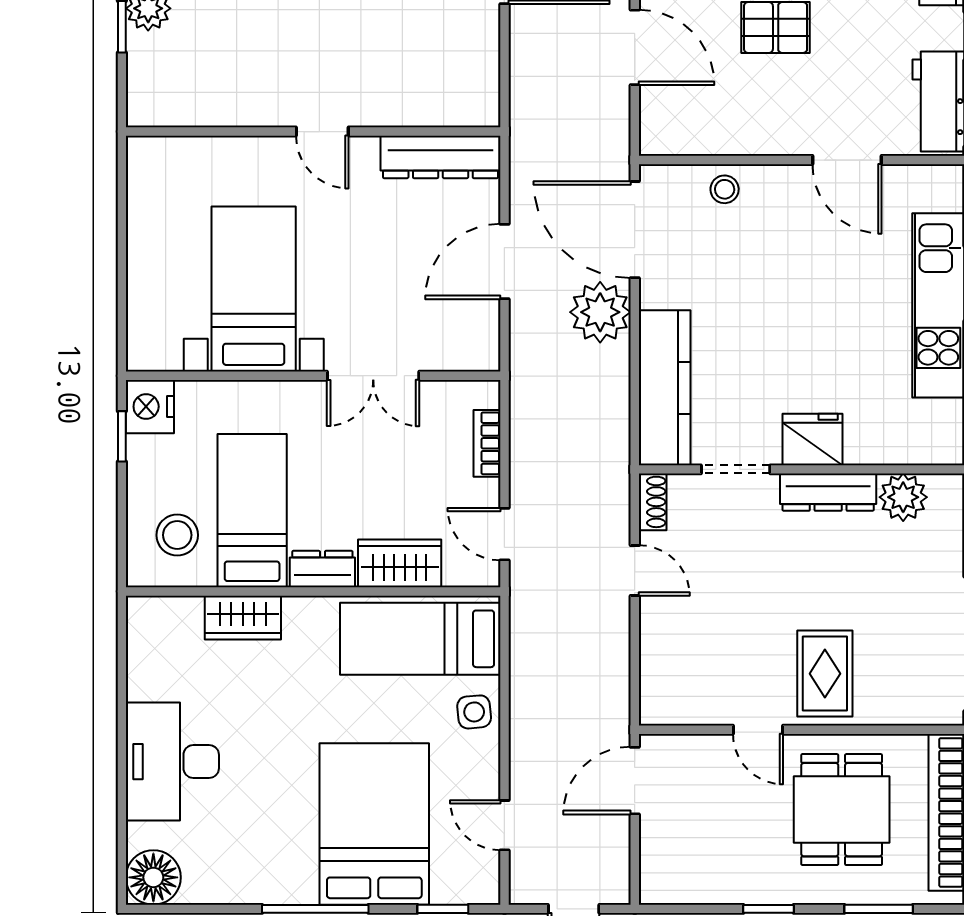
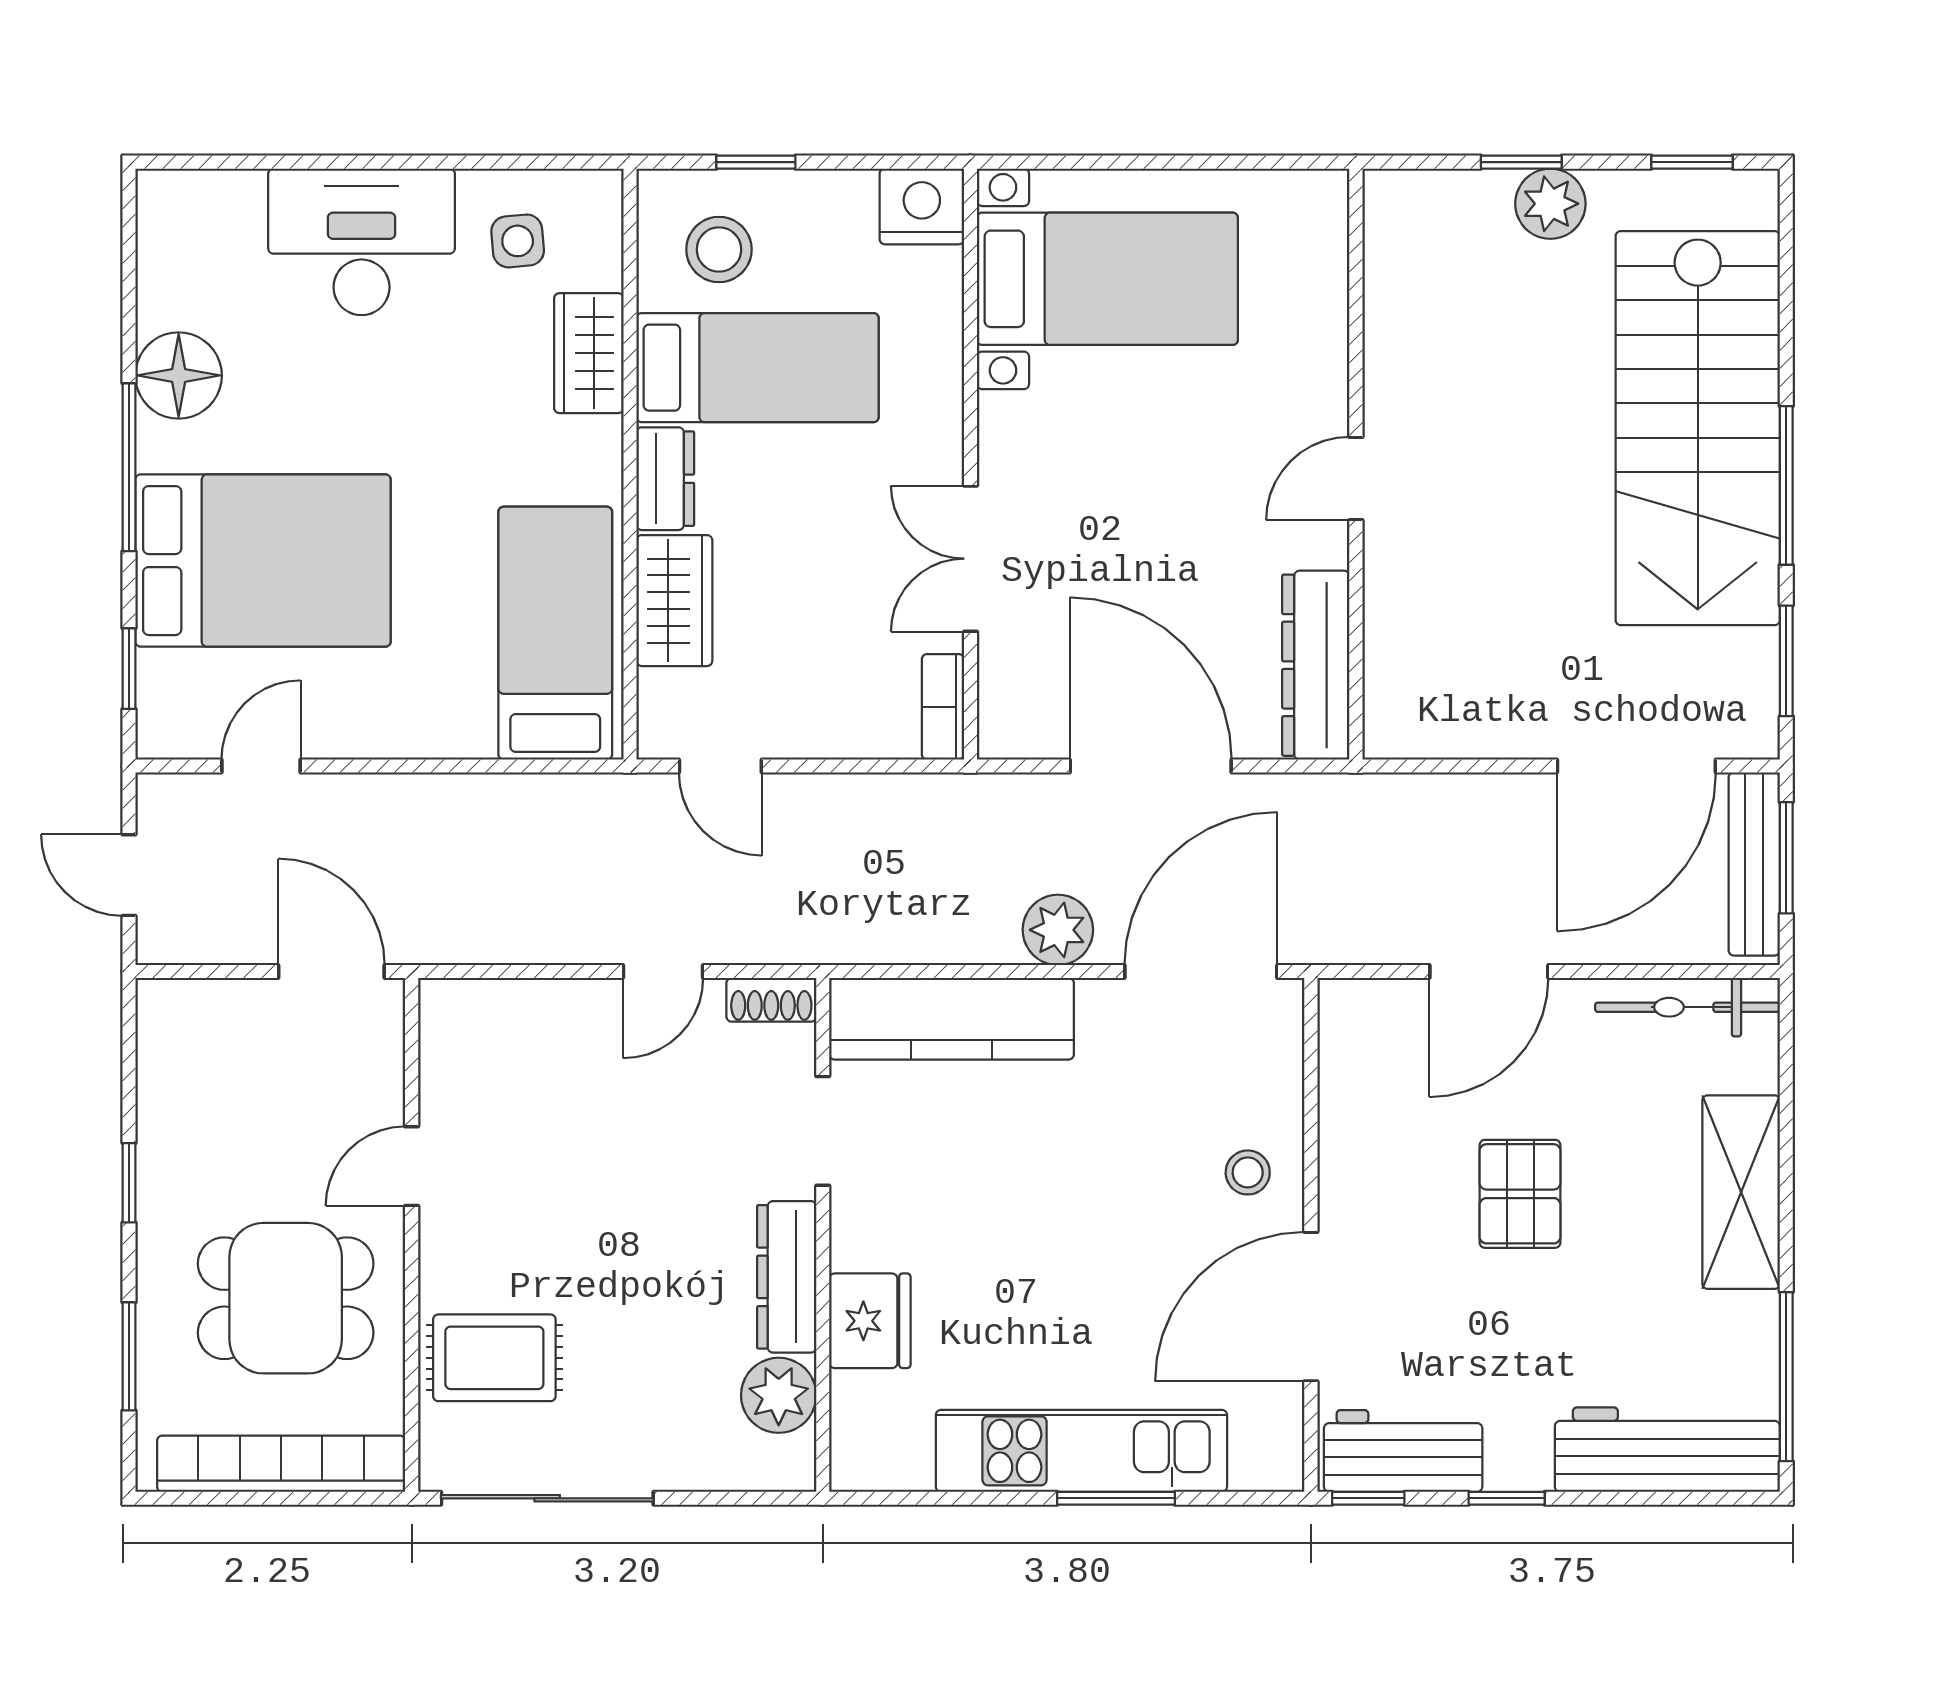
door: (847, 160) -> (1311, 1307), width x1.36
stool: (725, 189) -> (1248, 1172), moved
door: (504, 262) -> (1151, 766), width x1.36
bed with nightstands: (254, 289) -> (1107, 279), moved
plant: (600, 312) -> (1058, 930), width x0.73, depth x0.73
window: (122, 436) -> (756, 162), moved
fridge: (813, 439) -> (870, 1321), moved
bookcase: (487, 443) -> (943, 707), moved, turned -90
door: (504, 534) -> (720, 766), swing flipped
rug: (825, 674) -> (494, 1358), moved
side table: (474, 712) -> (518, 241), moved
floor lamp: (153, 877) -> (179, 375), moved

